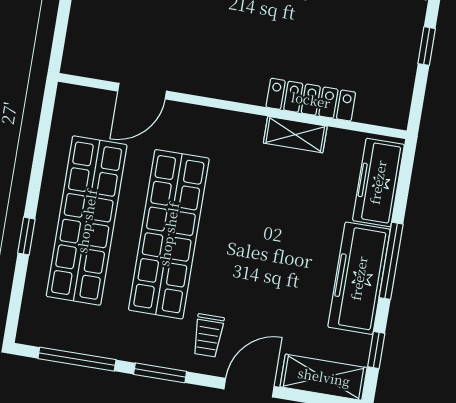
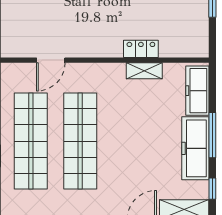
locker: (311, 100) -> (141, 49), width x0.66
trolley: (208, 335) -> (113, 196), removed

